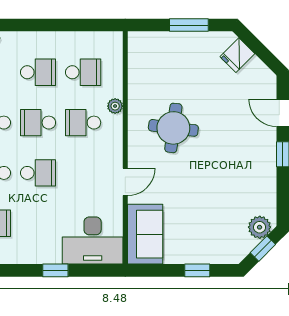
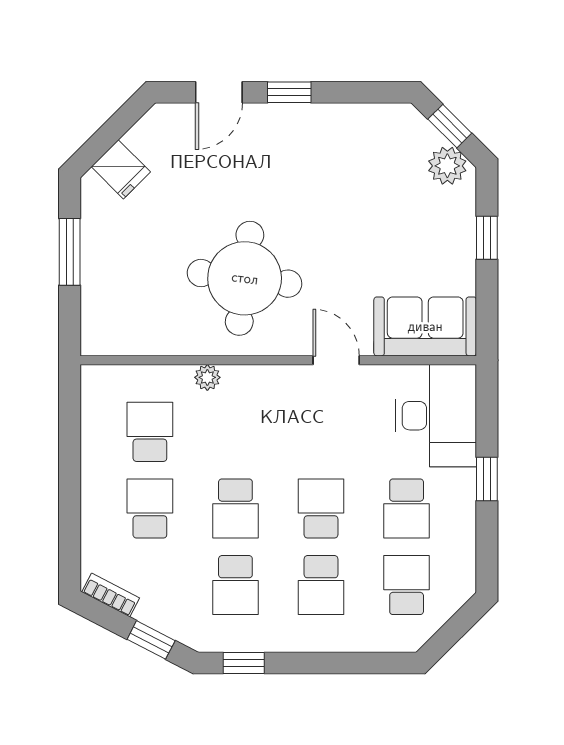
school desk: (83, 123) -> (407, 508), moved
round table: (173, 128) -> (245, 278), width x1.36, depth x1.36
plant: (260, 227) -> (447, 166), moved

